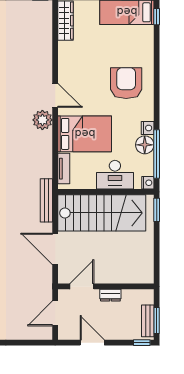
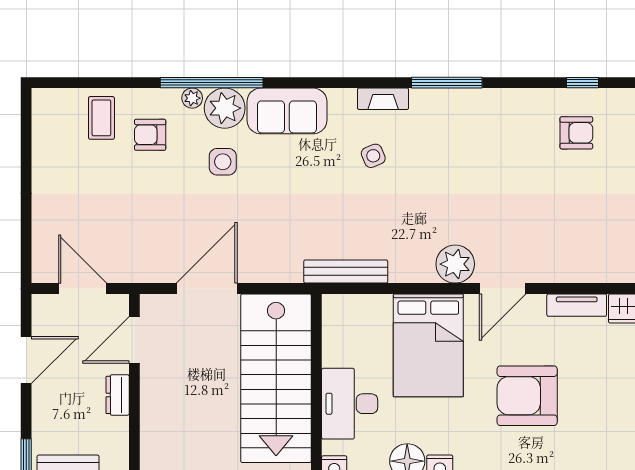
armchair: (126, 83) -> (527, 396), moved, turned 180
tv unit: (64, 169) -> (577, 305), moved
bench: (46, 200) -> (346, 271), moved
door: (82, 286) -> (134, 340), swing flipped

